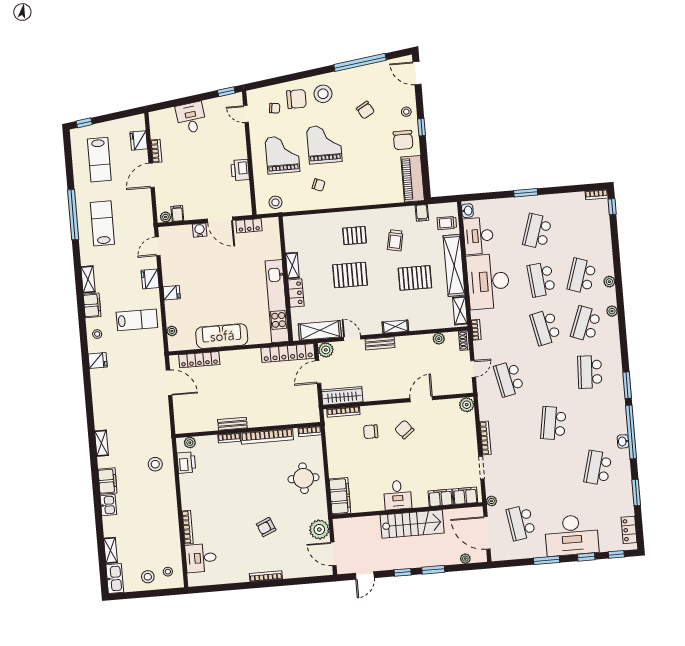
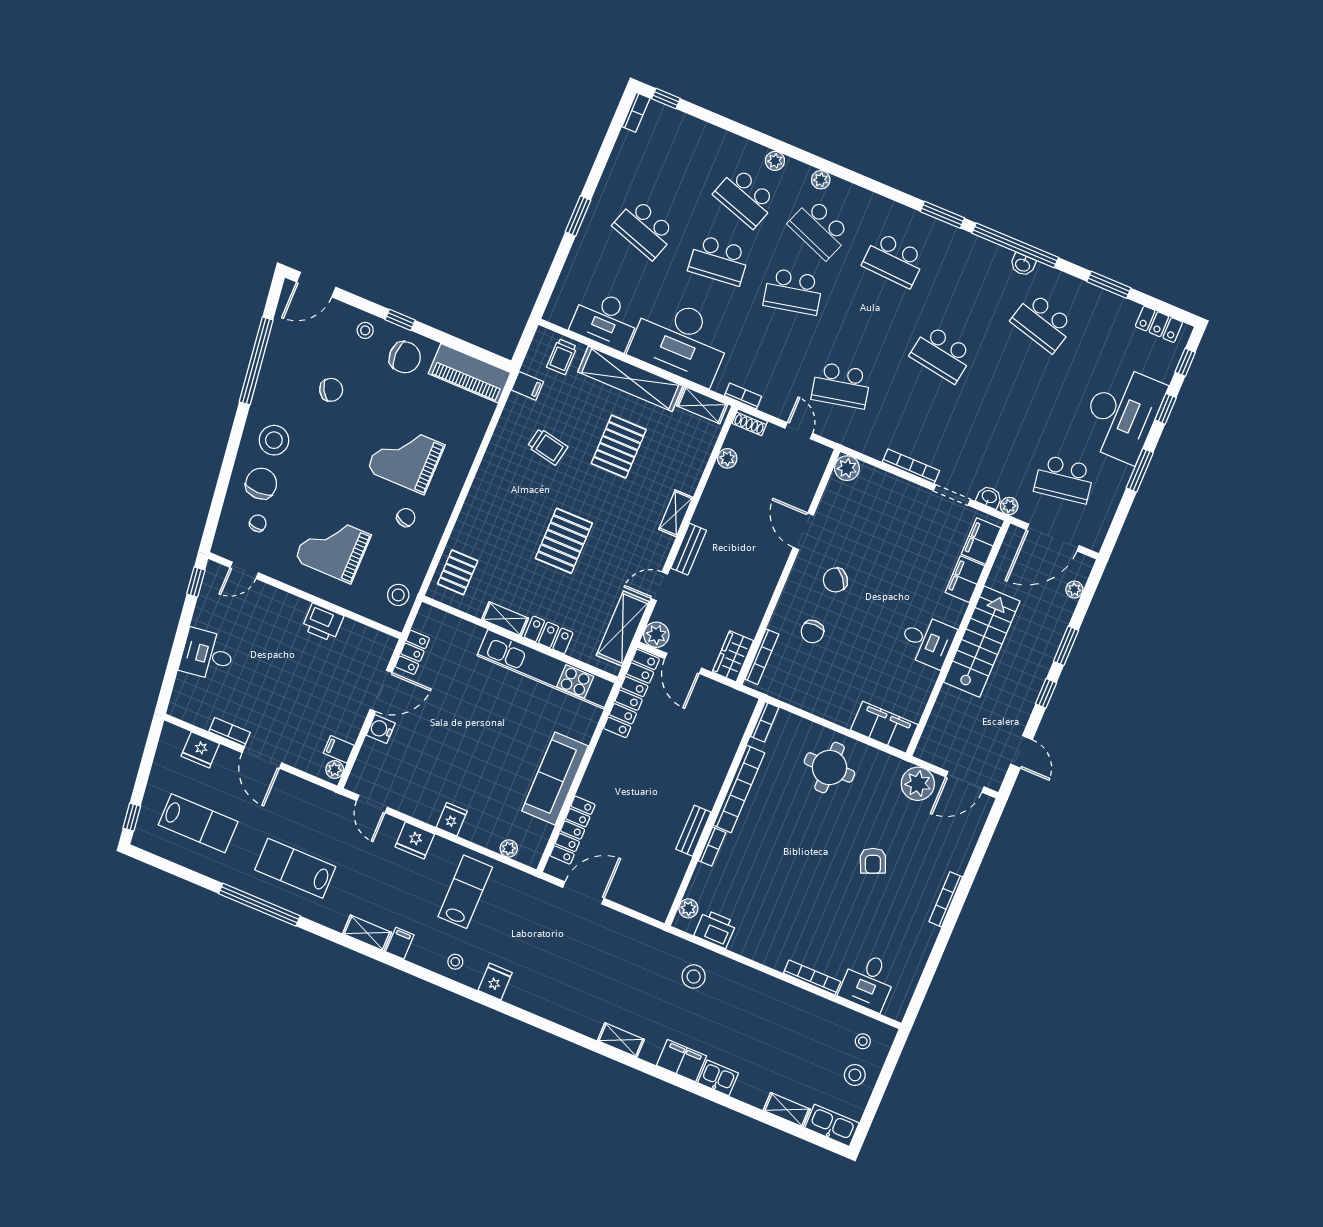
grand piano: (324, 144) -> (406, 458), moved
washbasin: (467, 211) -> (989, 497), moved
pallet: (354, 236) -> (458, 572), moved
filing cabinet: (92, 305) -> (400, 943), width x0.50
wardrobe: (342, 396) -> (733, 656), width x0.67

